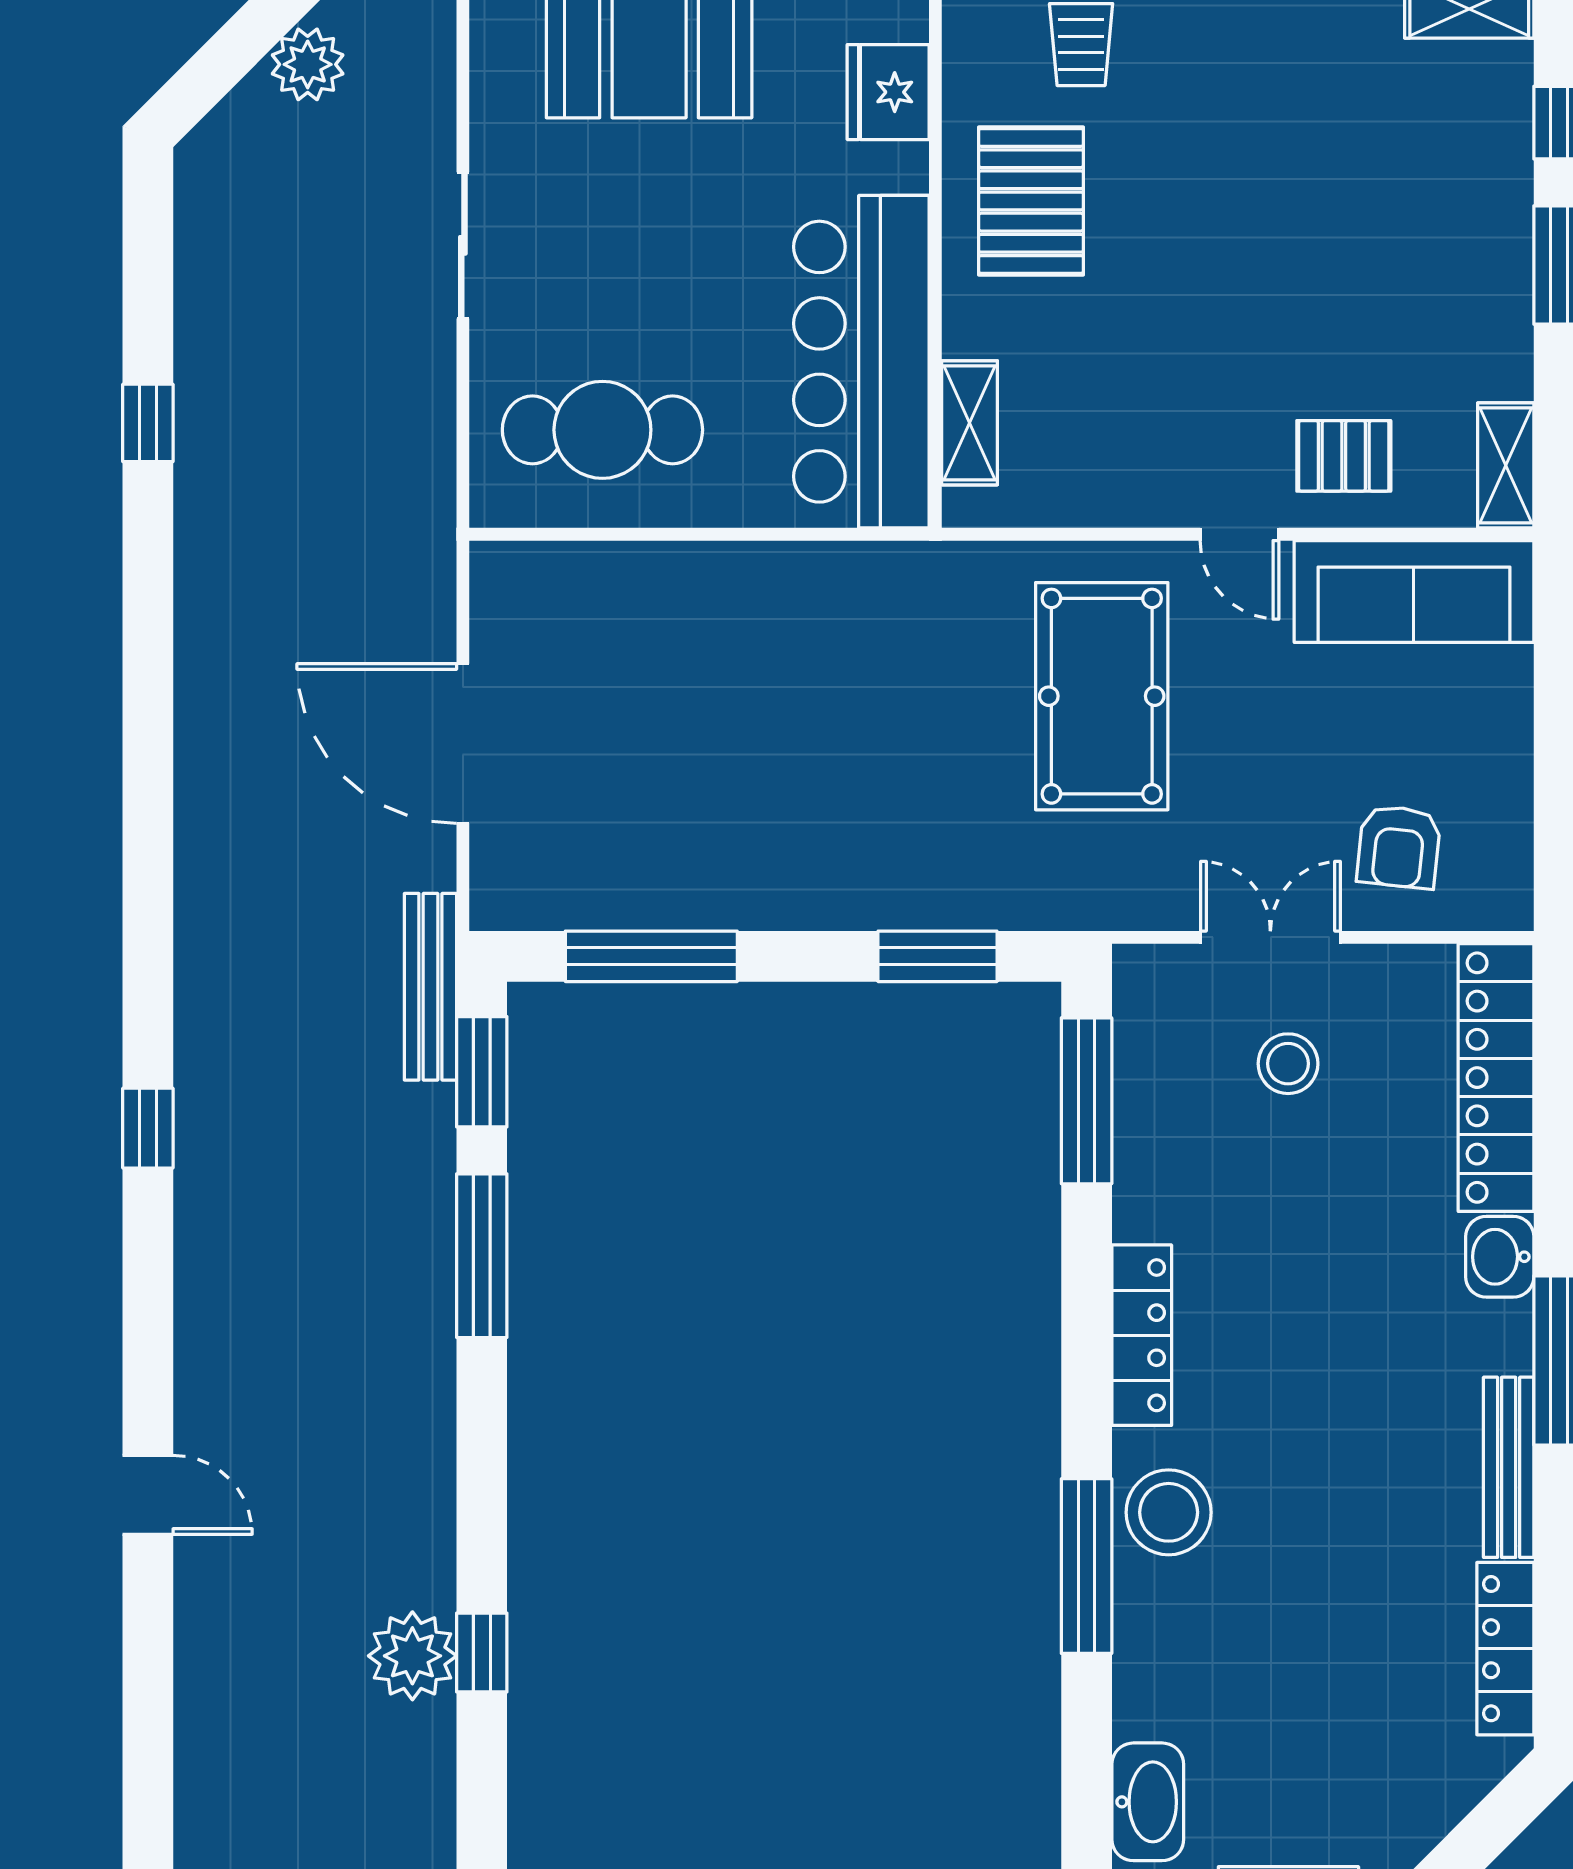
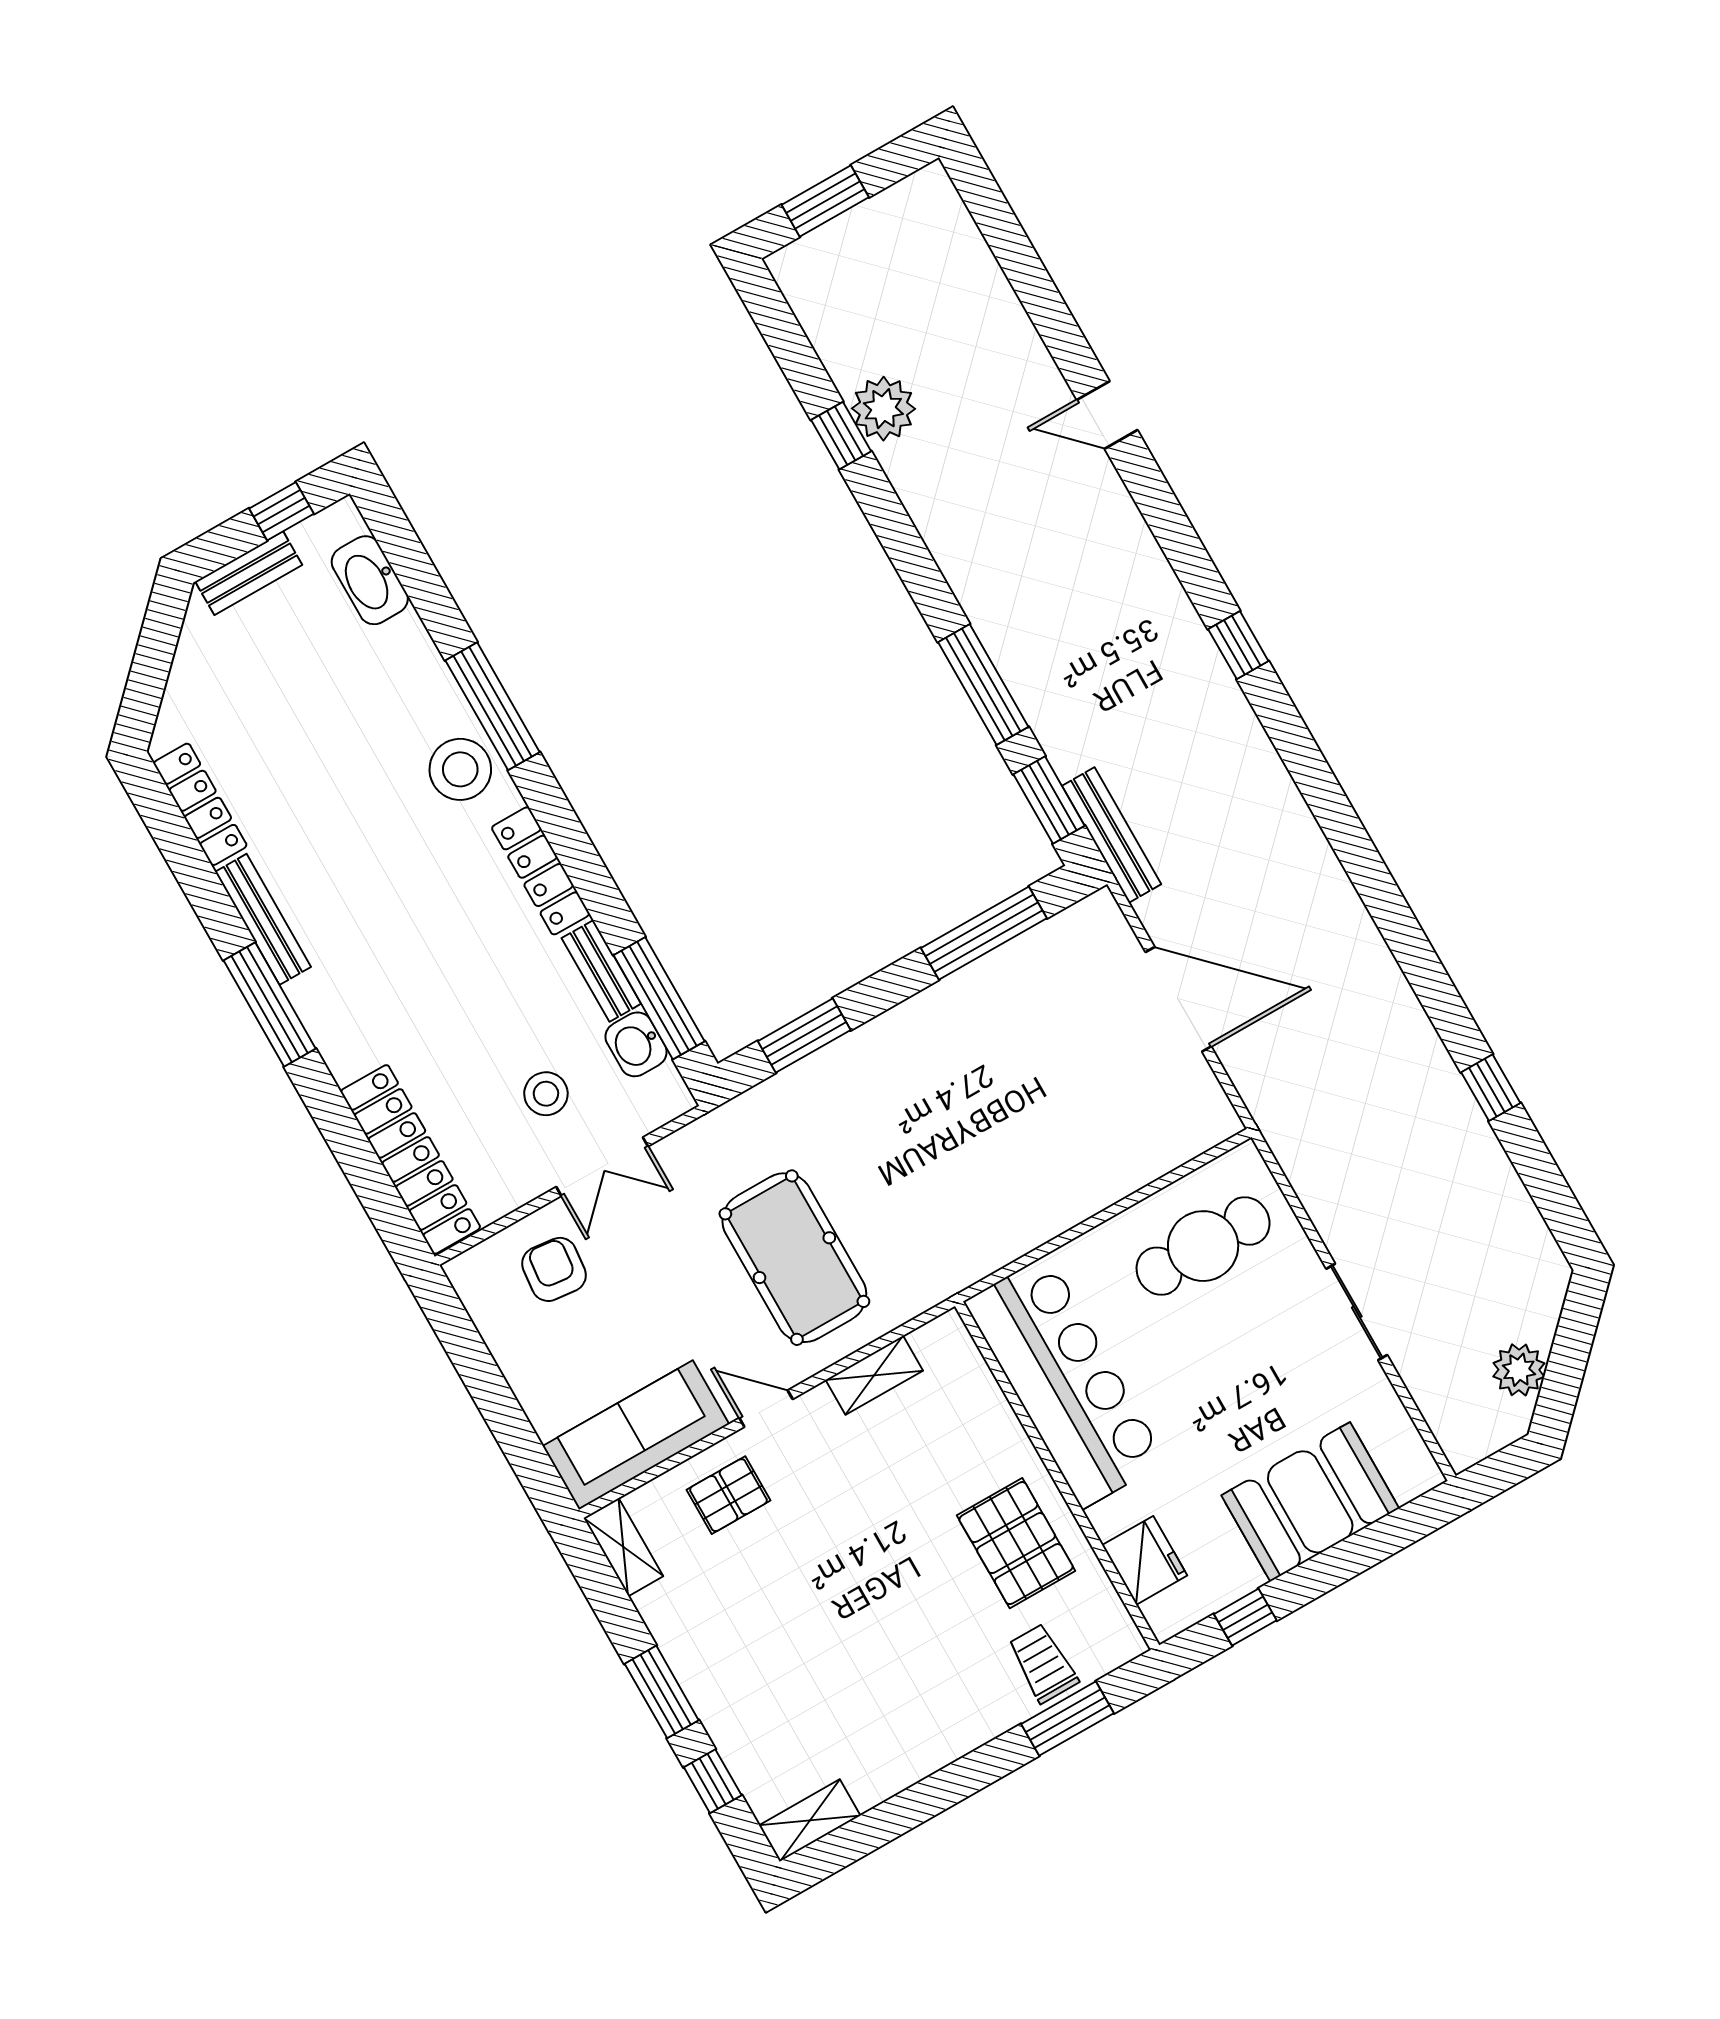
shelving: (970, 423) -> (874, 1375), moved, turned 90
bench: (1137, 1173) -> (601, 971), added
washbasin: (1500, 1257) -> (636, 1044), moved, turned 180

